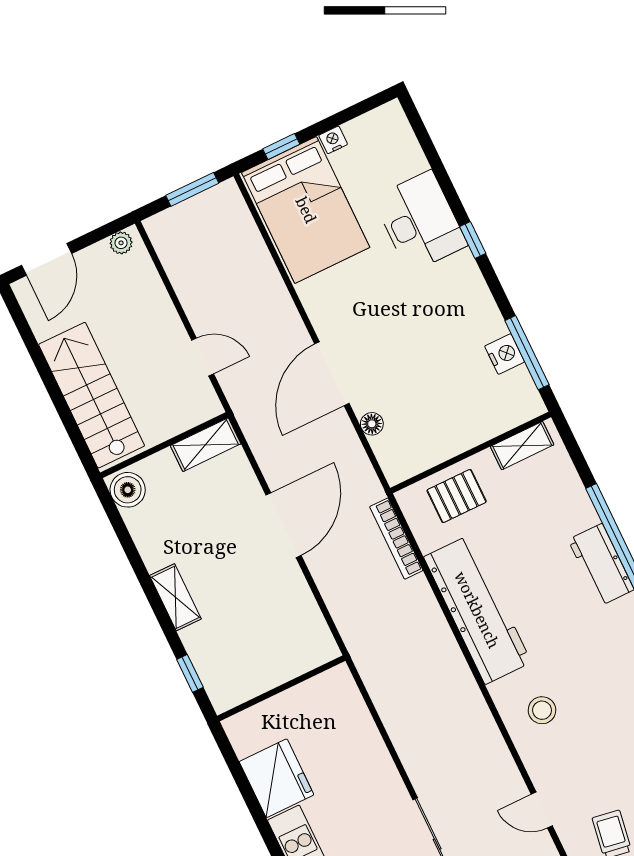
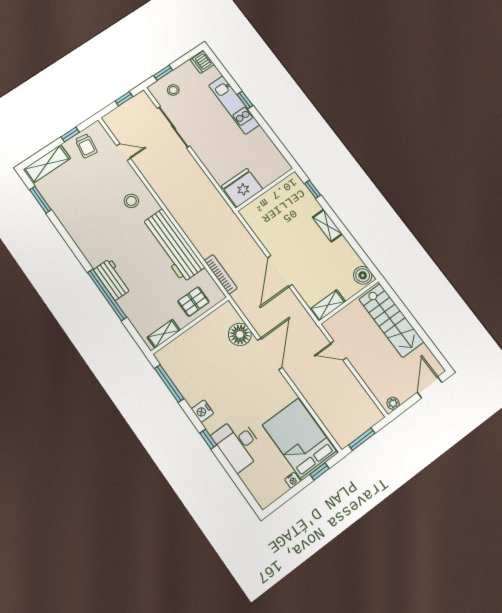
nightstand: (505, 354) -> (202, 411), moved
floor lamp: (372, 424) -> (240, 334), width x1.89, depth x1.89
fridge: (277, 778) -> (242, 188), moved, turned 90

